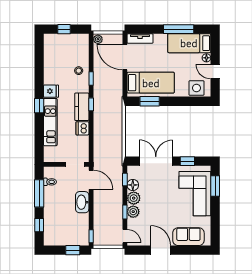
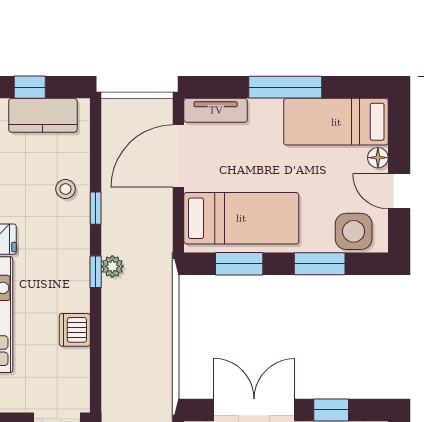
window: (179, 29) -> (285, 87), moved
plant: (98, 39) -> (112, 266), moved
door: (125, 57) -> (178, 156), hinge flipped
window: (183, 101) -> (320, 264), added
kitchen counter: (82, 107) -> (43, 115), moved, turned -90

